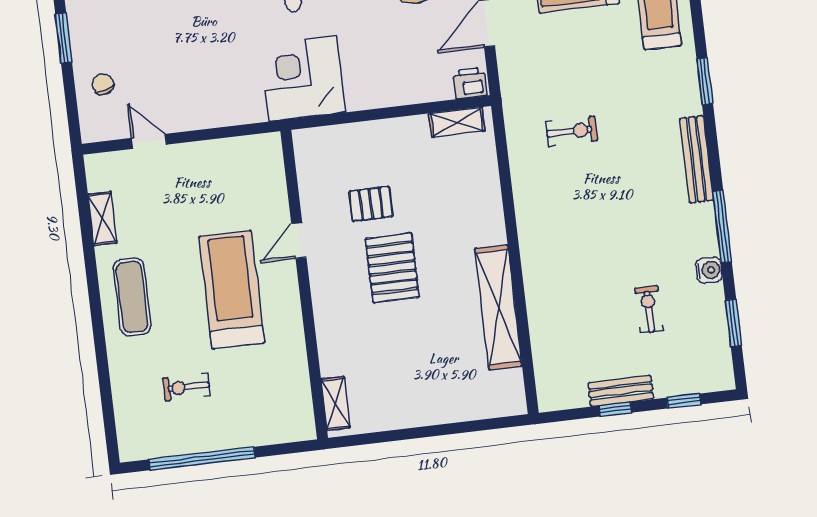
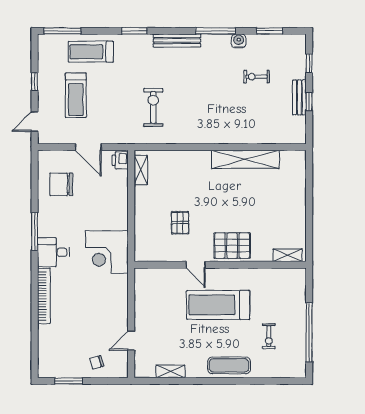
exercise bike: (572, 131) -> (153, 107), width x1.38, depth x1.39
pallet: (392, 268) -> (232, 246), moved
exercise mat: (132, 297) -> (229, 365), moved

